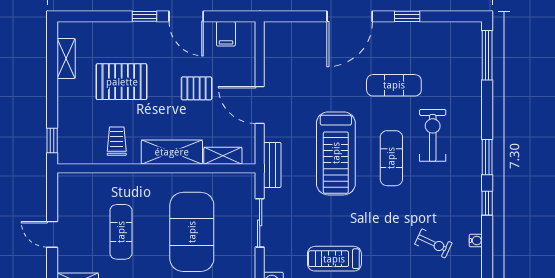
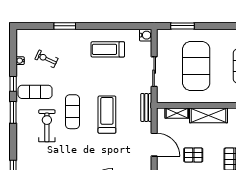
exercise mat: (394, 85) -> (35, 92), moved
exercise bike: (433, 135) -> (47, 126), turned 180
treadmill: (336, 153) -> (107, 115), width x0.73, depth x0.73
treadmill: (334, 259) -> (108, 49), turned 180

